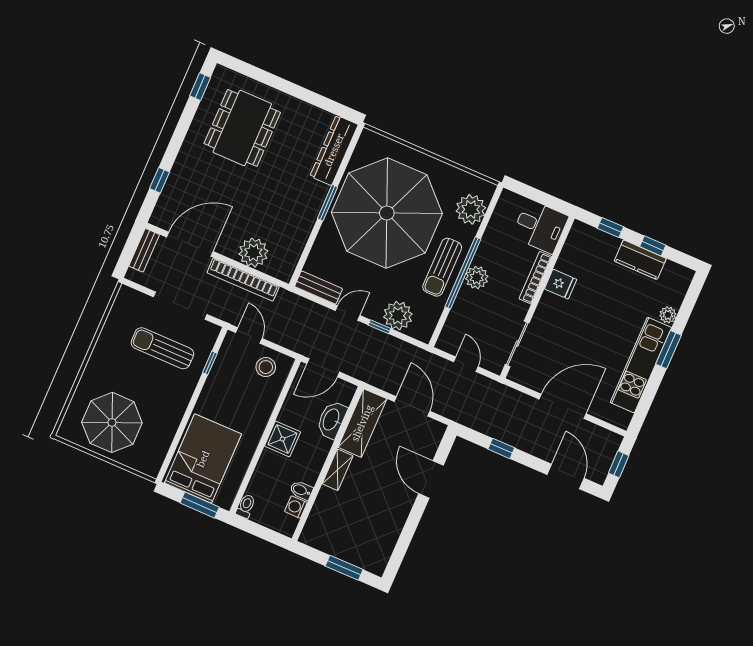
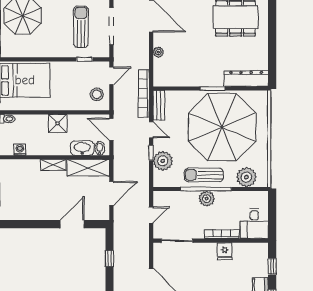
plant: (253, 253) -> (158, 52), width x0.53, depth x0.53
bookcase: (243, 280) -> (144, 93), moved
bidet: (301, 490) -> (100, 148), moved

